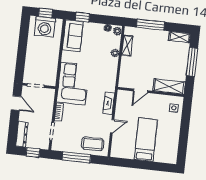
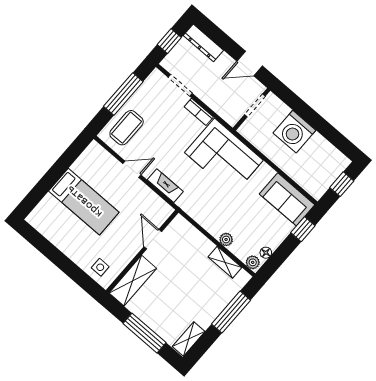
washing machine: (45, 27) -> (294, 132), moved, turned -90
door: (112, 126) -> (132, 169), swing flipped

